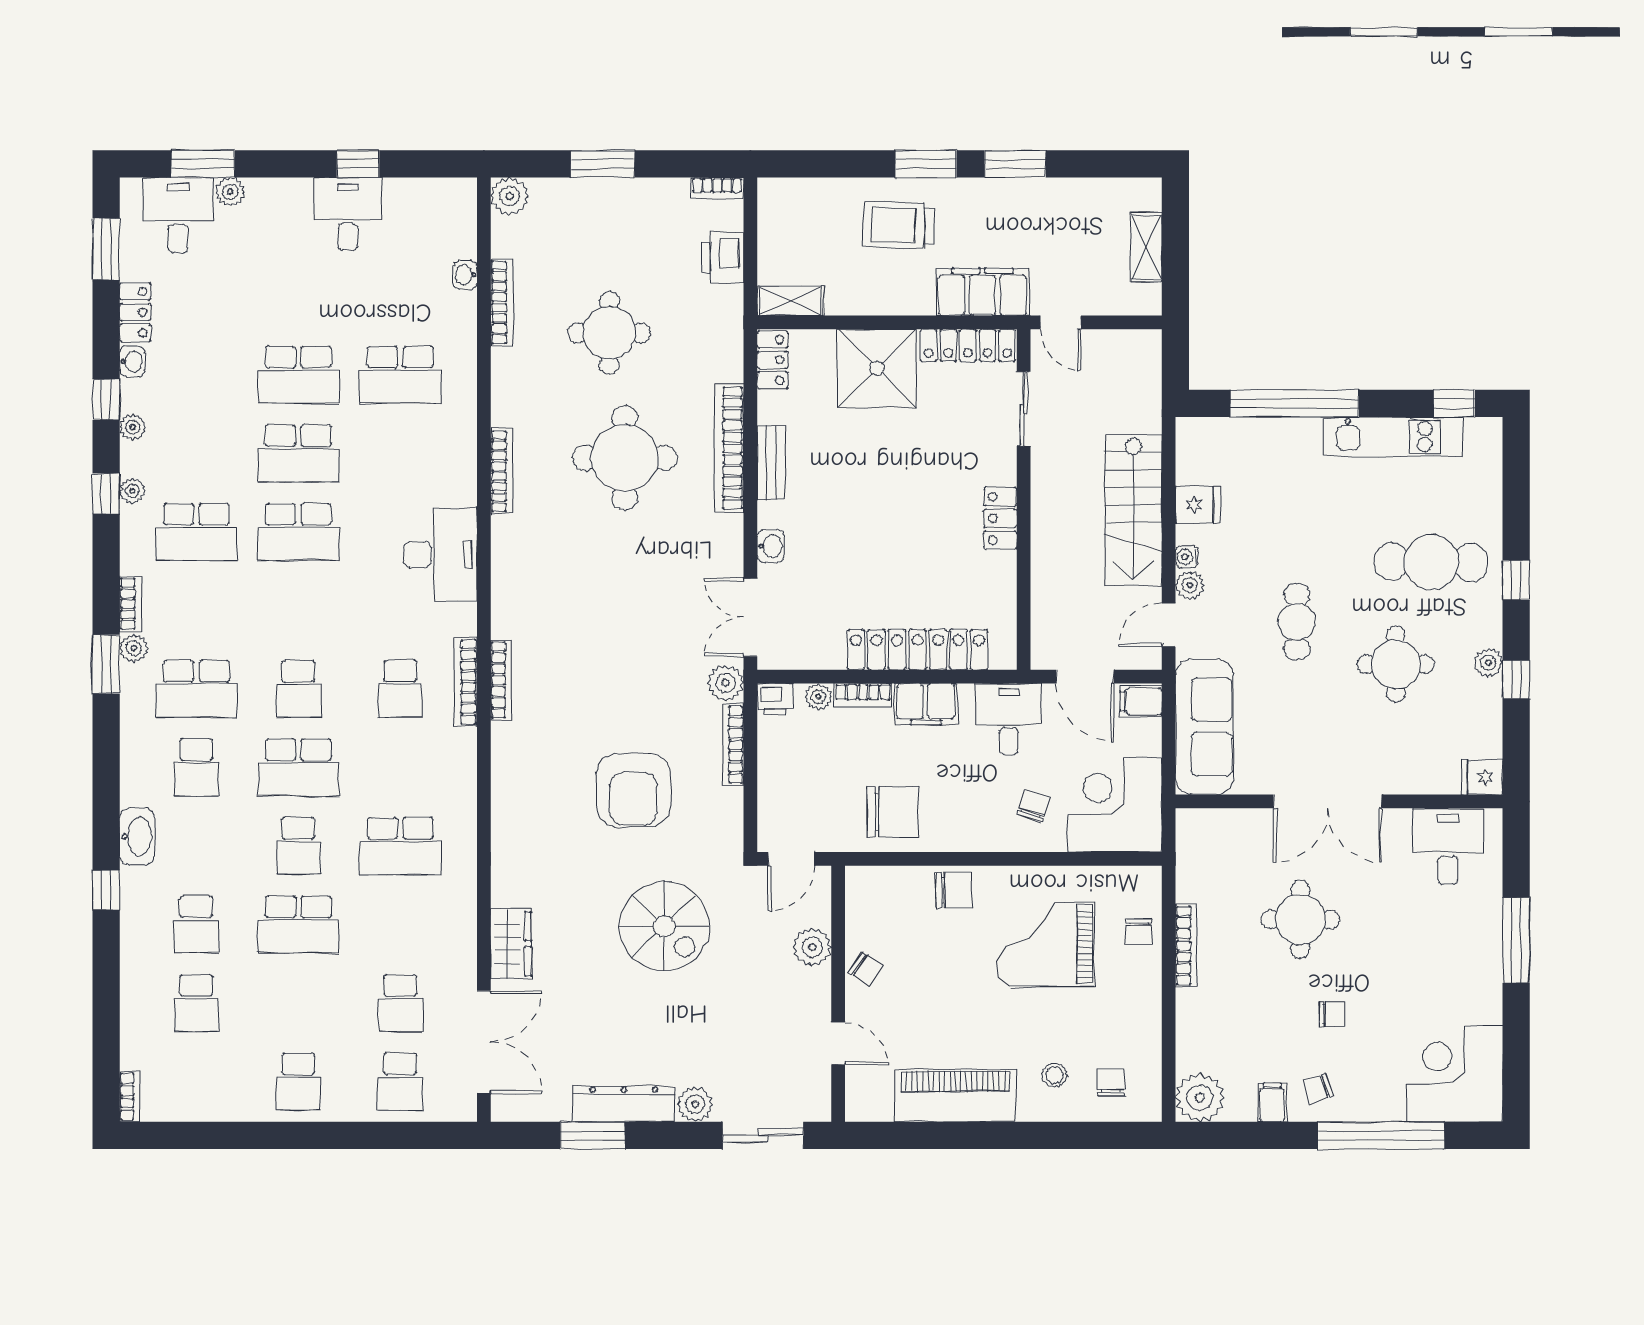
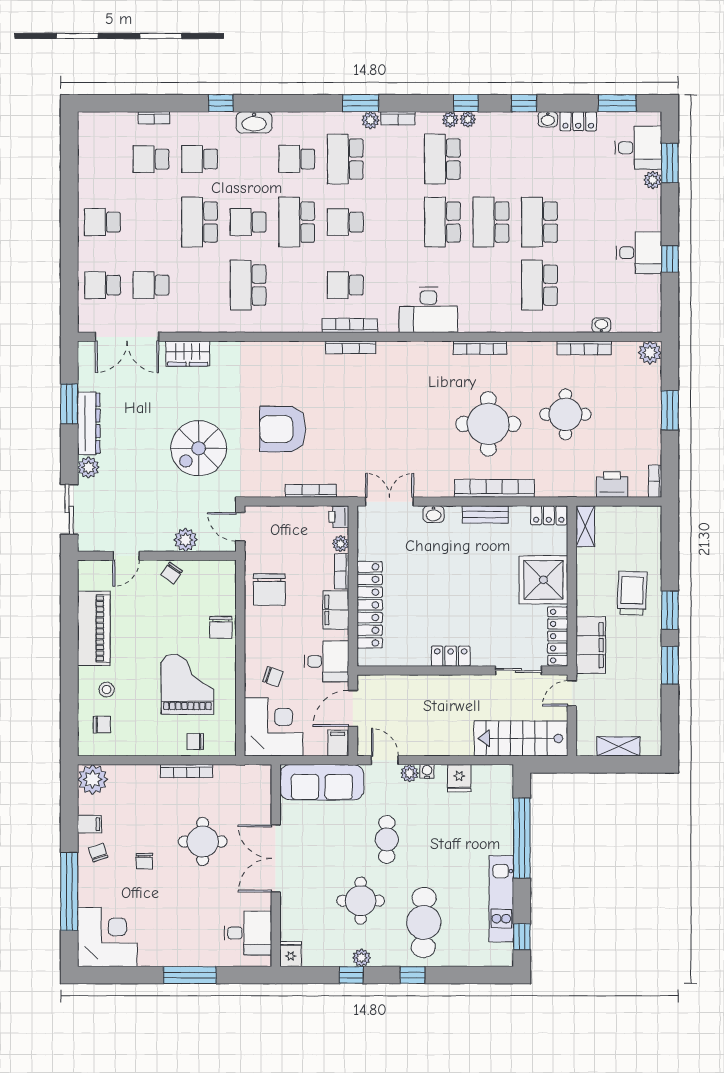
plant: (133, 427) -> (450, 120), moved
stairs: (1133, 510) -> (521, 738), moved
cafe table: (1297, 622) -> (387, 839), turned 90
plant: (726, 683) -> (349, 486), removed
bookcase: (130, 1097) -> (154, 118), moved

